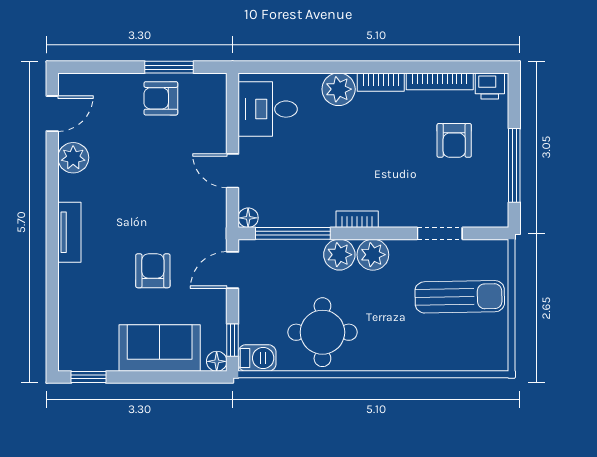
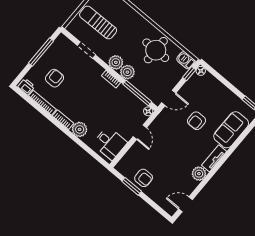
plant: (73, 158) -> (199, 174), moved
sofa: (160, 348) -> (231, 130), moved, turned 90

